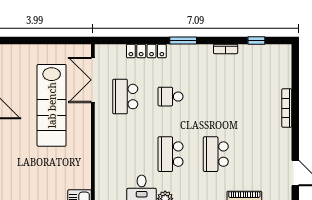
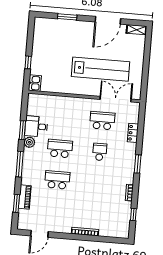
locker: (146, 51) -> (133, 133), width x0.66
lab bench: (52, 105) -> (100, 69), turned 180

